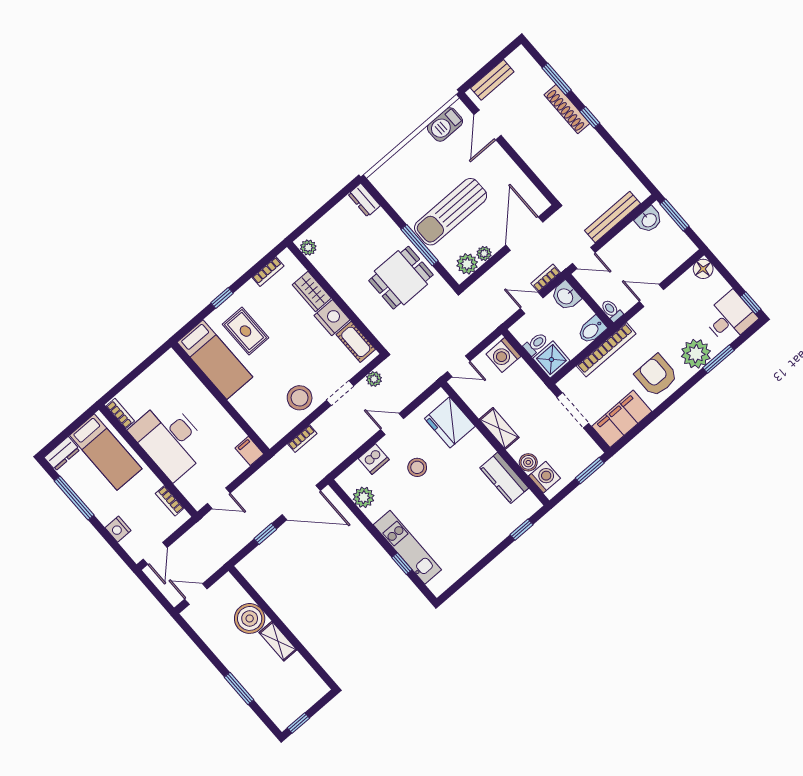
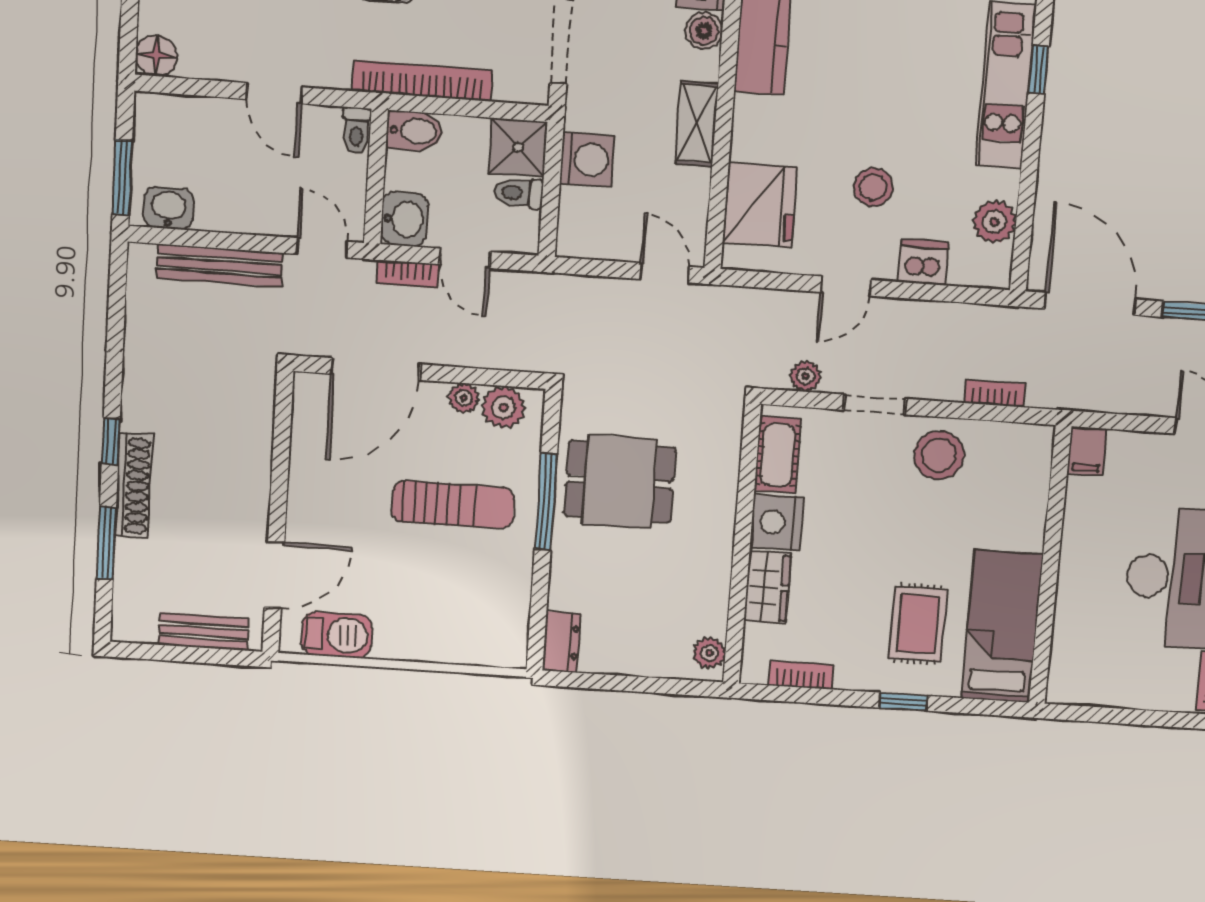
sun lounger: (451, 212) -> (453, 505), width x0.73, depth x0.75
washing machine: (503, 355) -> (587, 160), moved
door: (392, 424) -> (846, 286), hinge flipped

